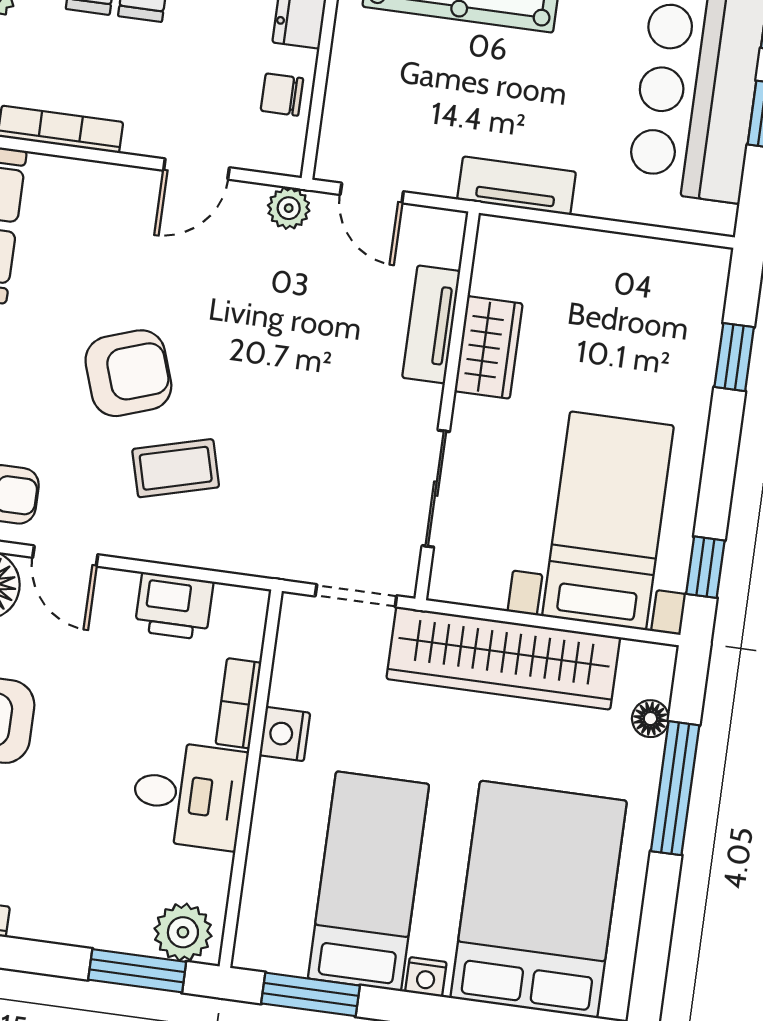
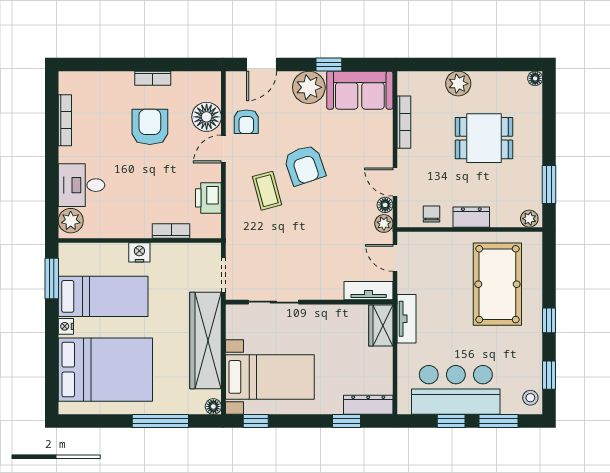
door: (372, 193) -> (395, 258), hinge flipped
floor lamp: (246, 199) -> (385, 205), added
dresser: (703, 302) -> (368, 405), added
tv unit: (431, 324) -> (369, 291), moved
wardrobe: (489, 347) -> (381, 326), moved, turned 90
floor lamp: (650, 719) -> (213, 406), moved
nightstand: (285, 734) -> (139, 252), moved
desk: (189, 795) -> (81, 185), moved, turned 90
window: (137, 971) -> (52, 204), removed

